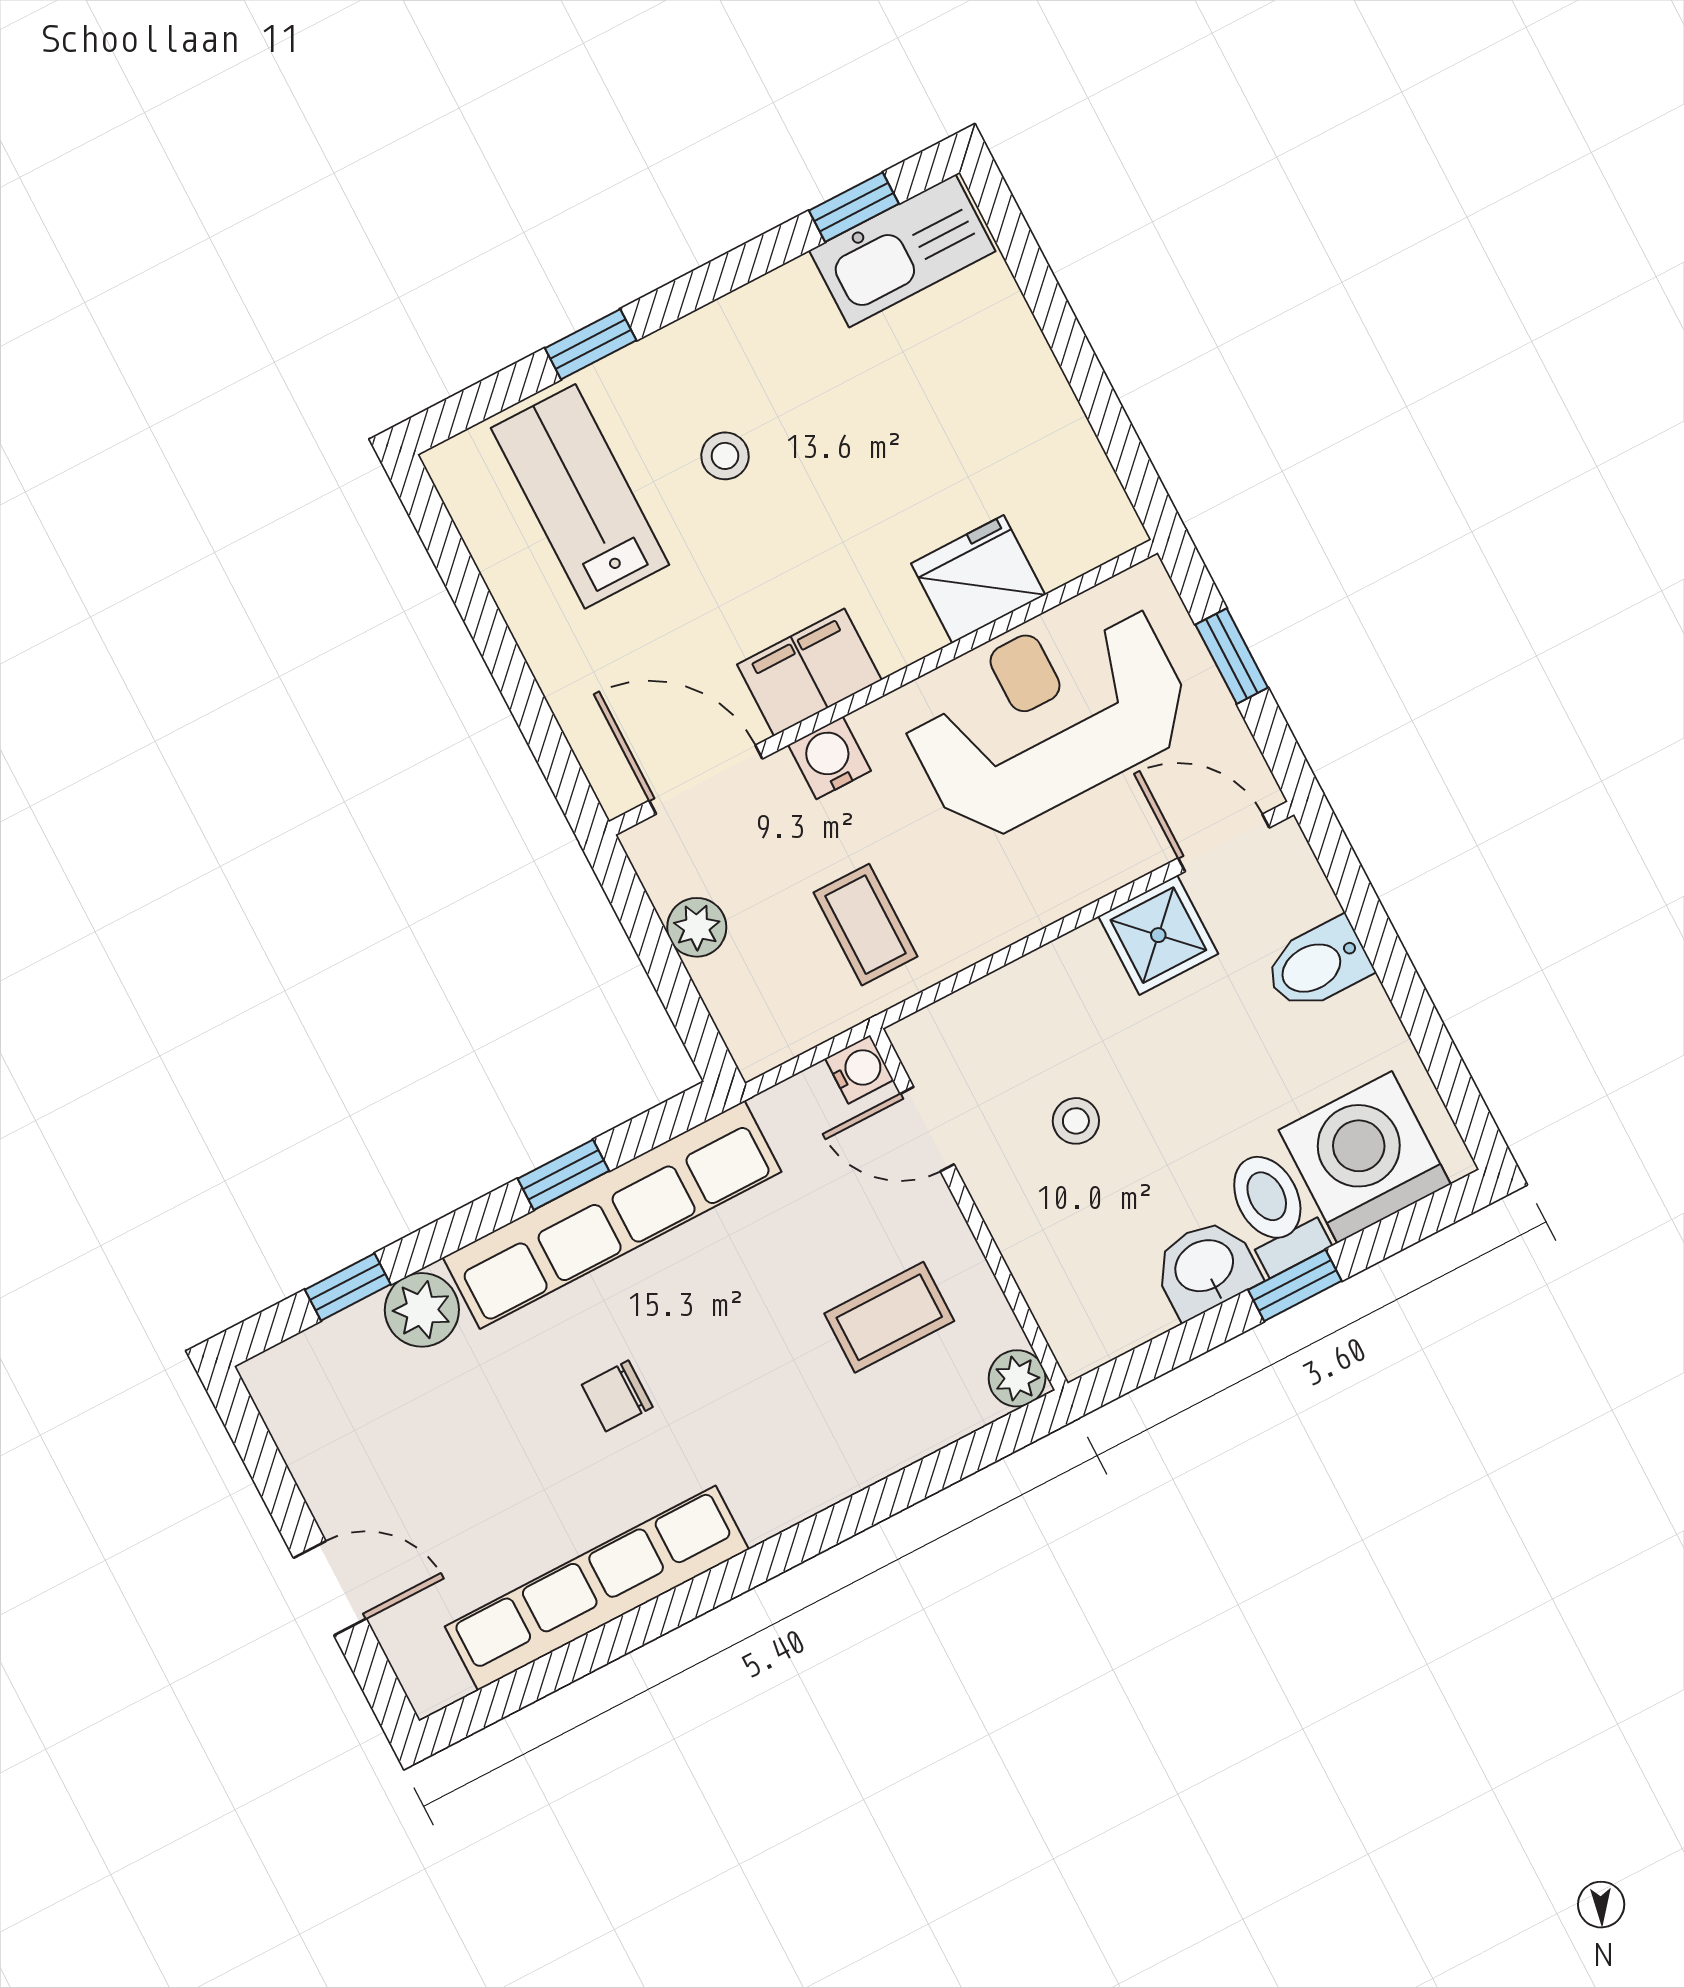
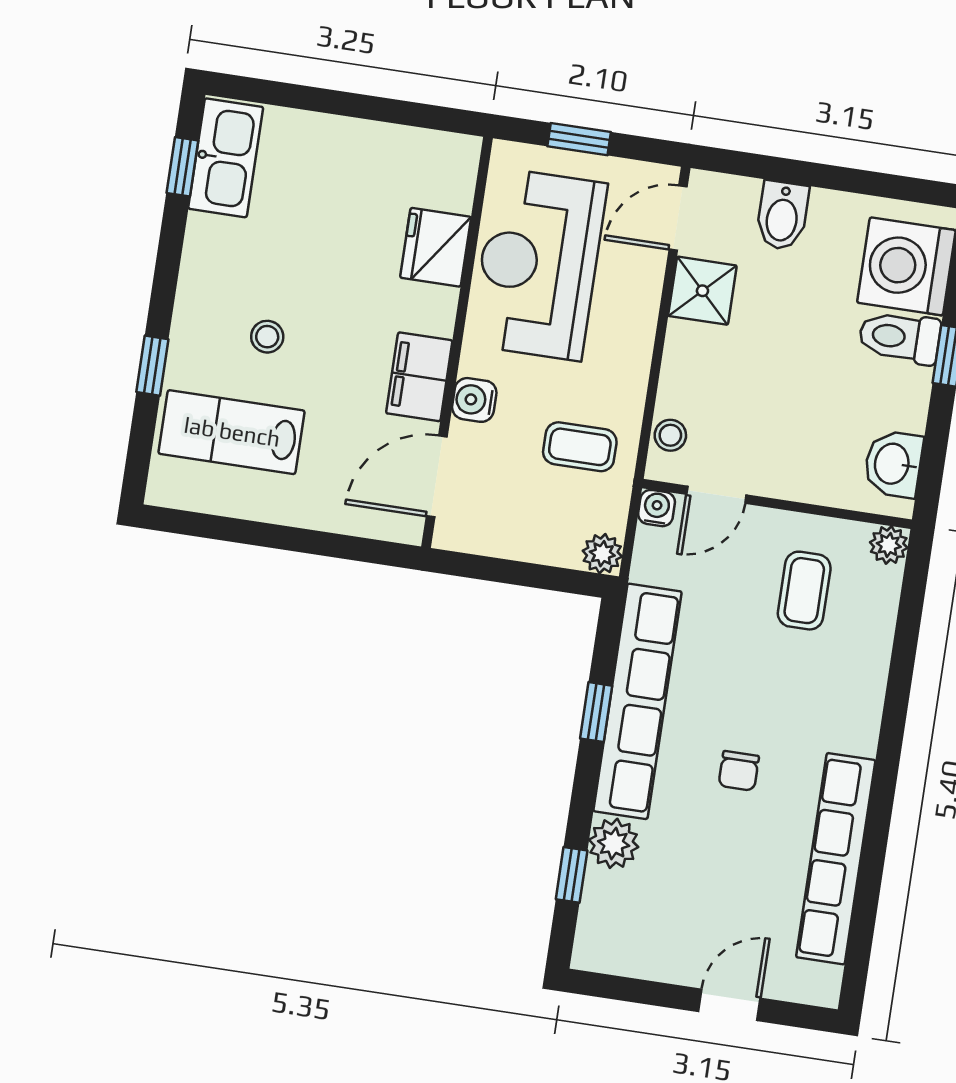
plant: (697, 927) -> (602, 554), moved
stool: (1076, 1121) -> (670, 435), moved
washbasin: (1205, 1268) -> (893, 464), moved

